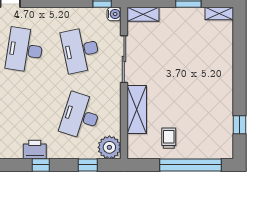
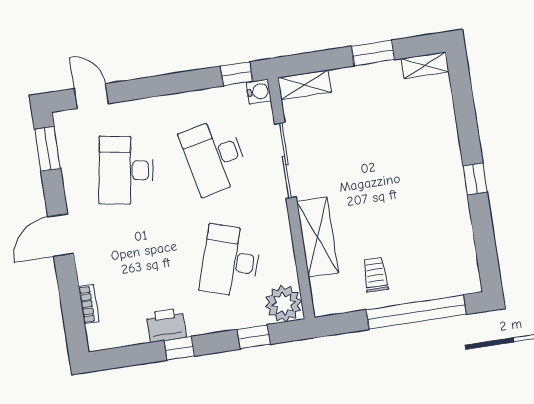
window: (239, 125) -> (475, 179), moved

